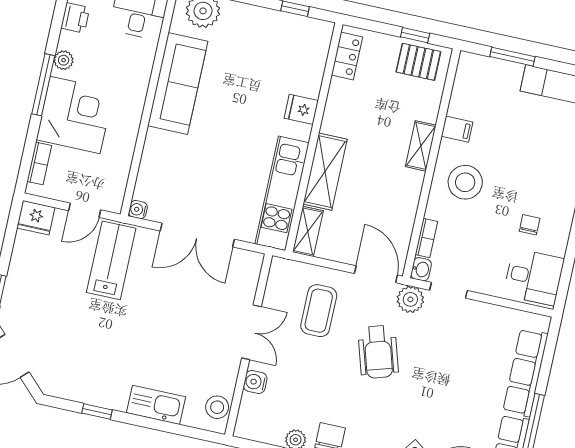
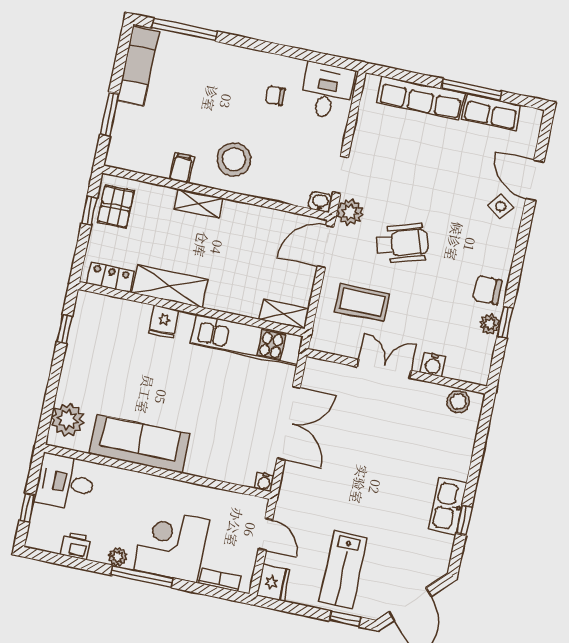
shelving: (325, 172) -> (170, 286), moved
bookcase: (426, 238) -> (289, 197), removed
lab bench: (111, 260) -> (343, 570), moved, turned -90
kitchen sink: (156, 405) -> (448, 506), moved

